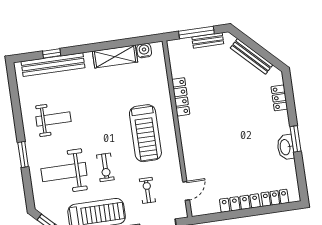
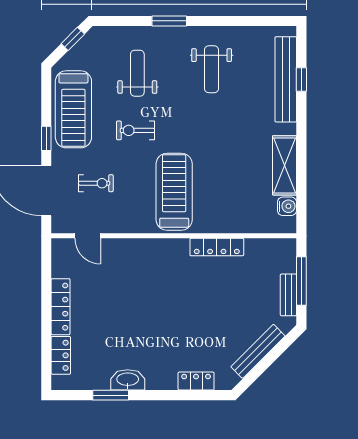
treadmill: (145, 133) -> (174, 192), turned 90
window: (296, 139) -> (111, 395), moved
weight bench: (64, 172) -> (137, 73), width x0.73, depth x0.75

